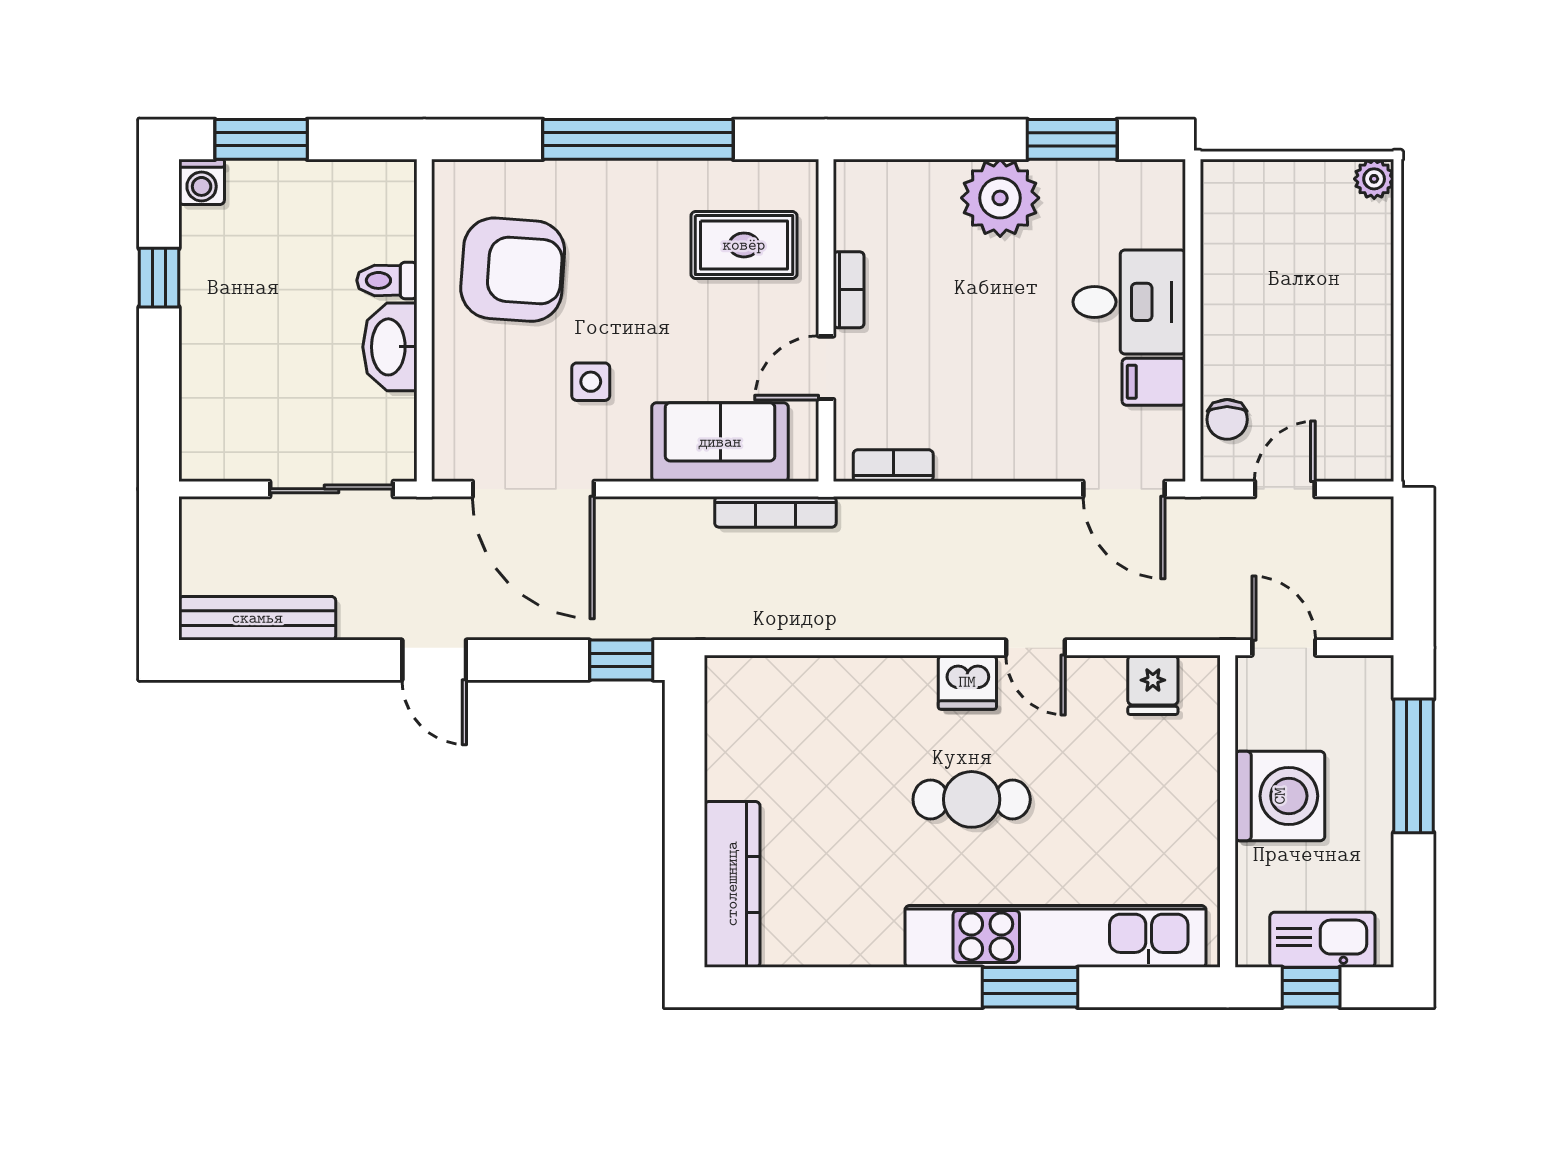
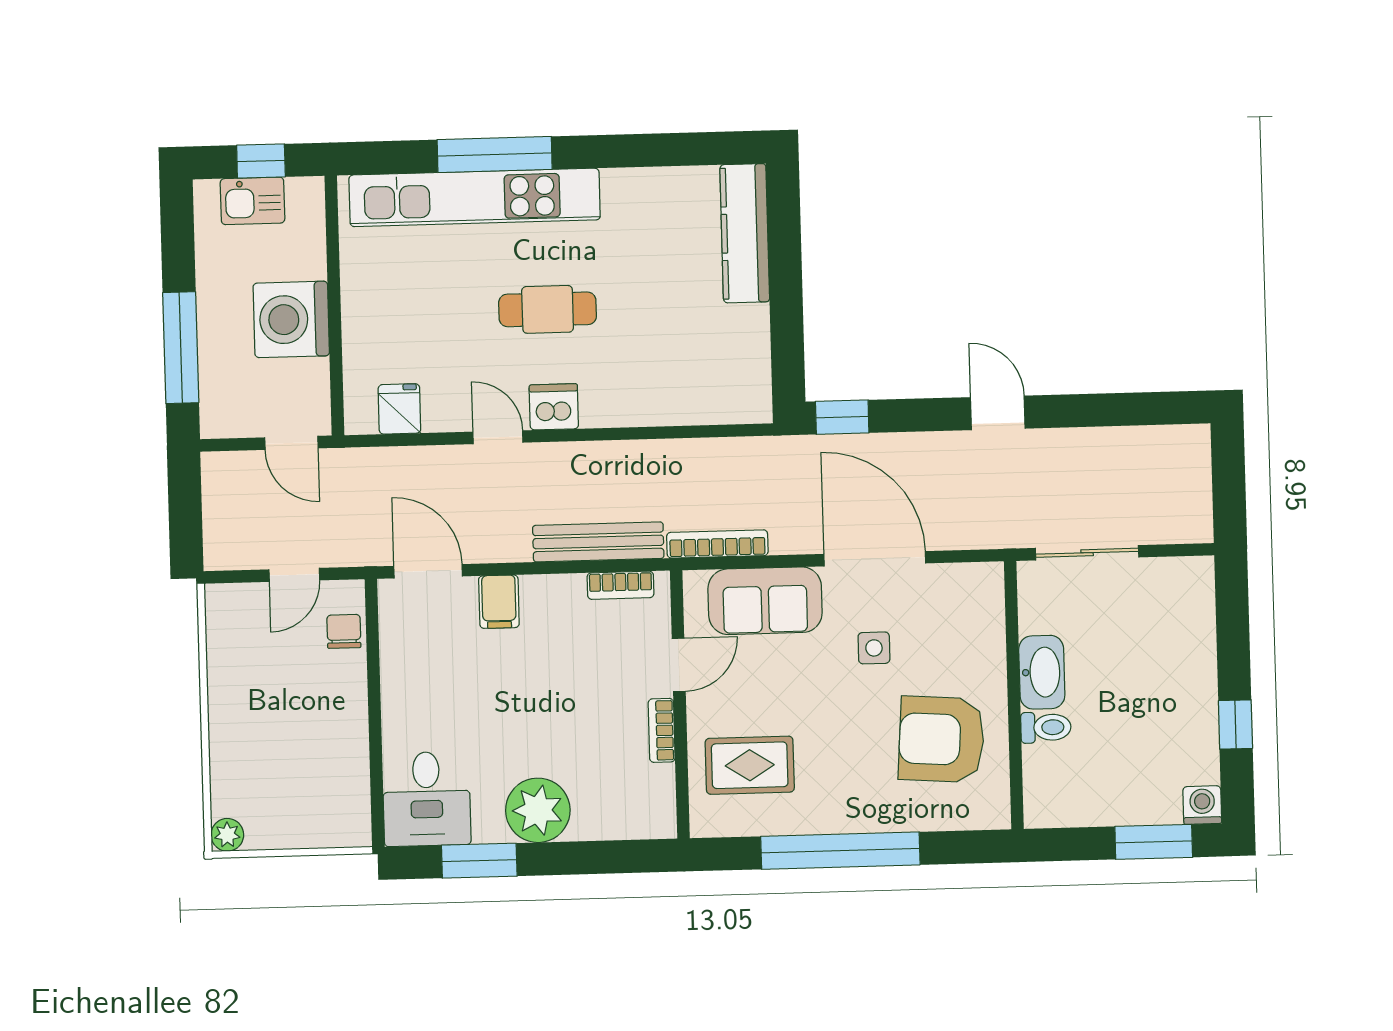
desk: (1129, 302) -> (427, 799), moved, turned -90
filing cabinet: (1154, 382) -> (499, 602), moved, turned 90
door: (533, 489) -> (875, 559), moved
bench: (257, 618) -> (598, 542), moved
kitchen sink: (1322, 940) -> (253, 201), width x0.73
window: (1030, 987) -> (495, 155), width x1.44

